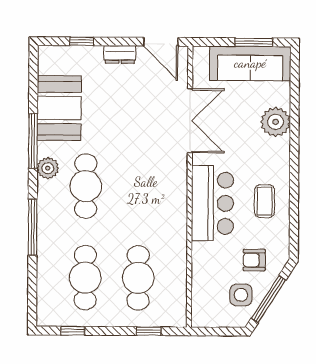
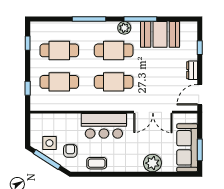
cafe table: (139, 186) -> (114, 82), added
coffee table: (265, 201) -> (97, 163), moved

